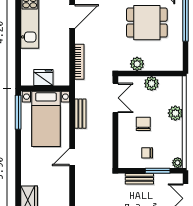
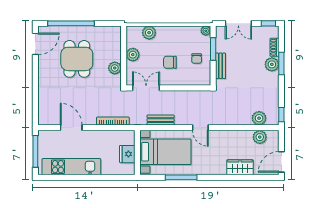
window: (18, 112) -> (181, 177), moved
plant: (175, 113) -> (149, 33), moved

